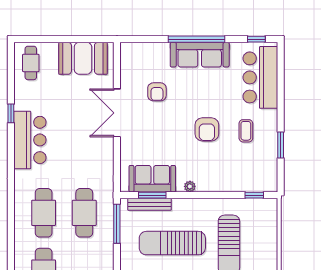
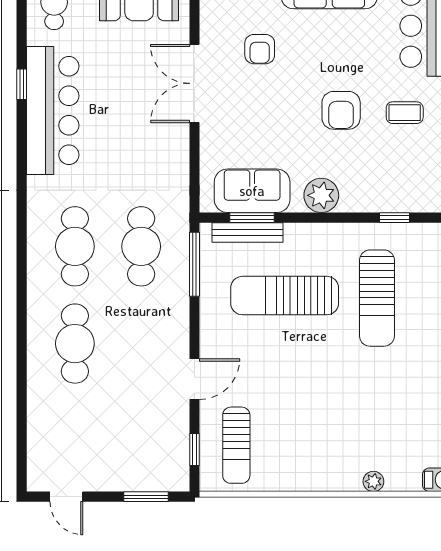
coffee table: (246, 131) -> (405, 113), turned 90
bar counter: (30, 140) -> (53, 111), width x1.36
plant: (190, 186) -> (321, 195), width x1.87, depth x1.87
window: (254, 195) -> (394, 218), moved

